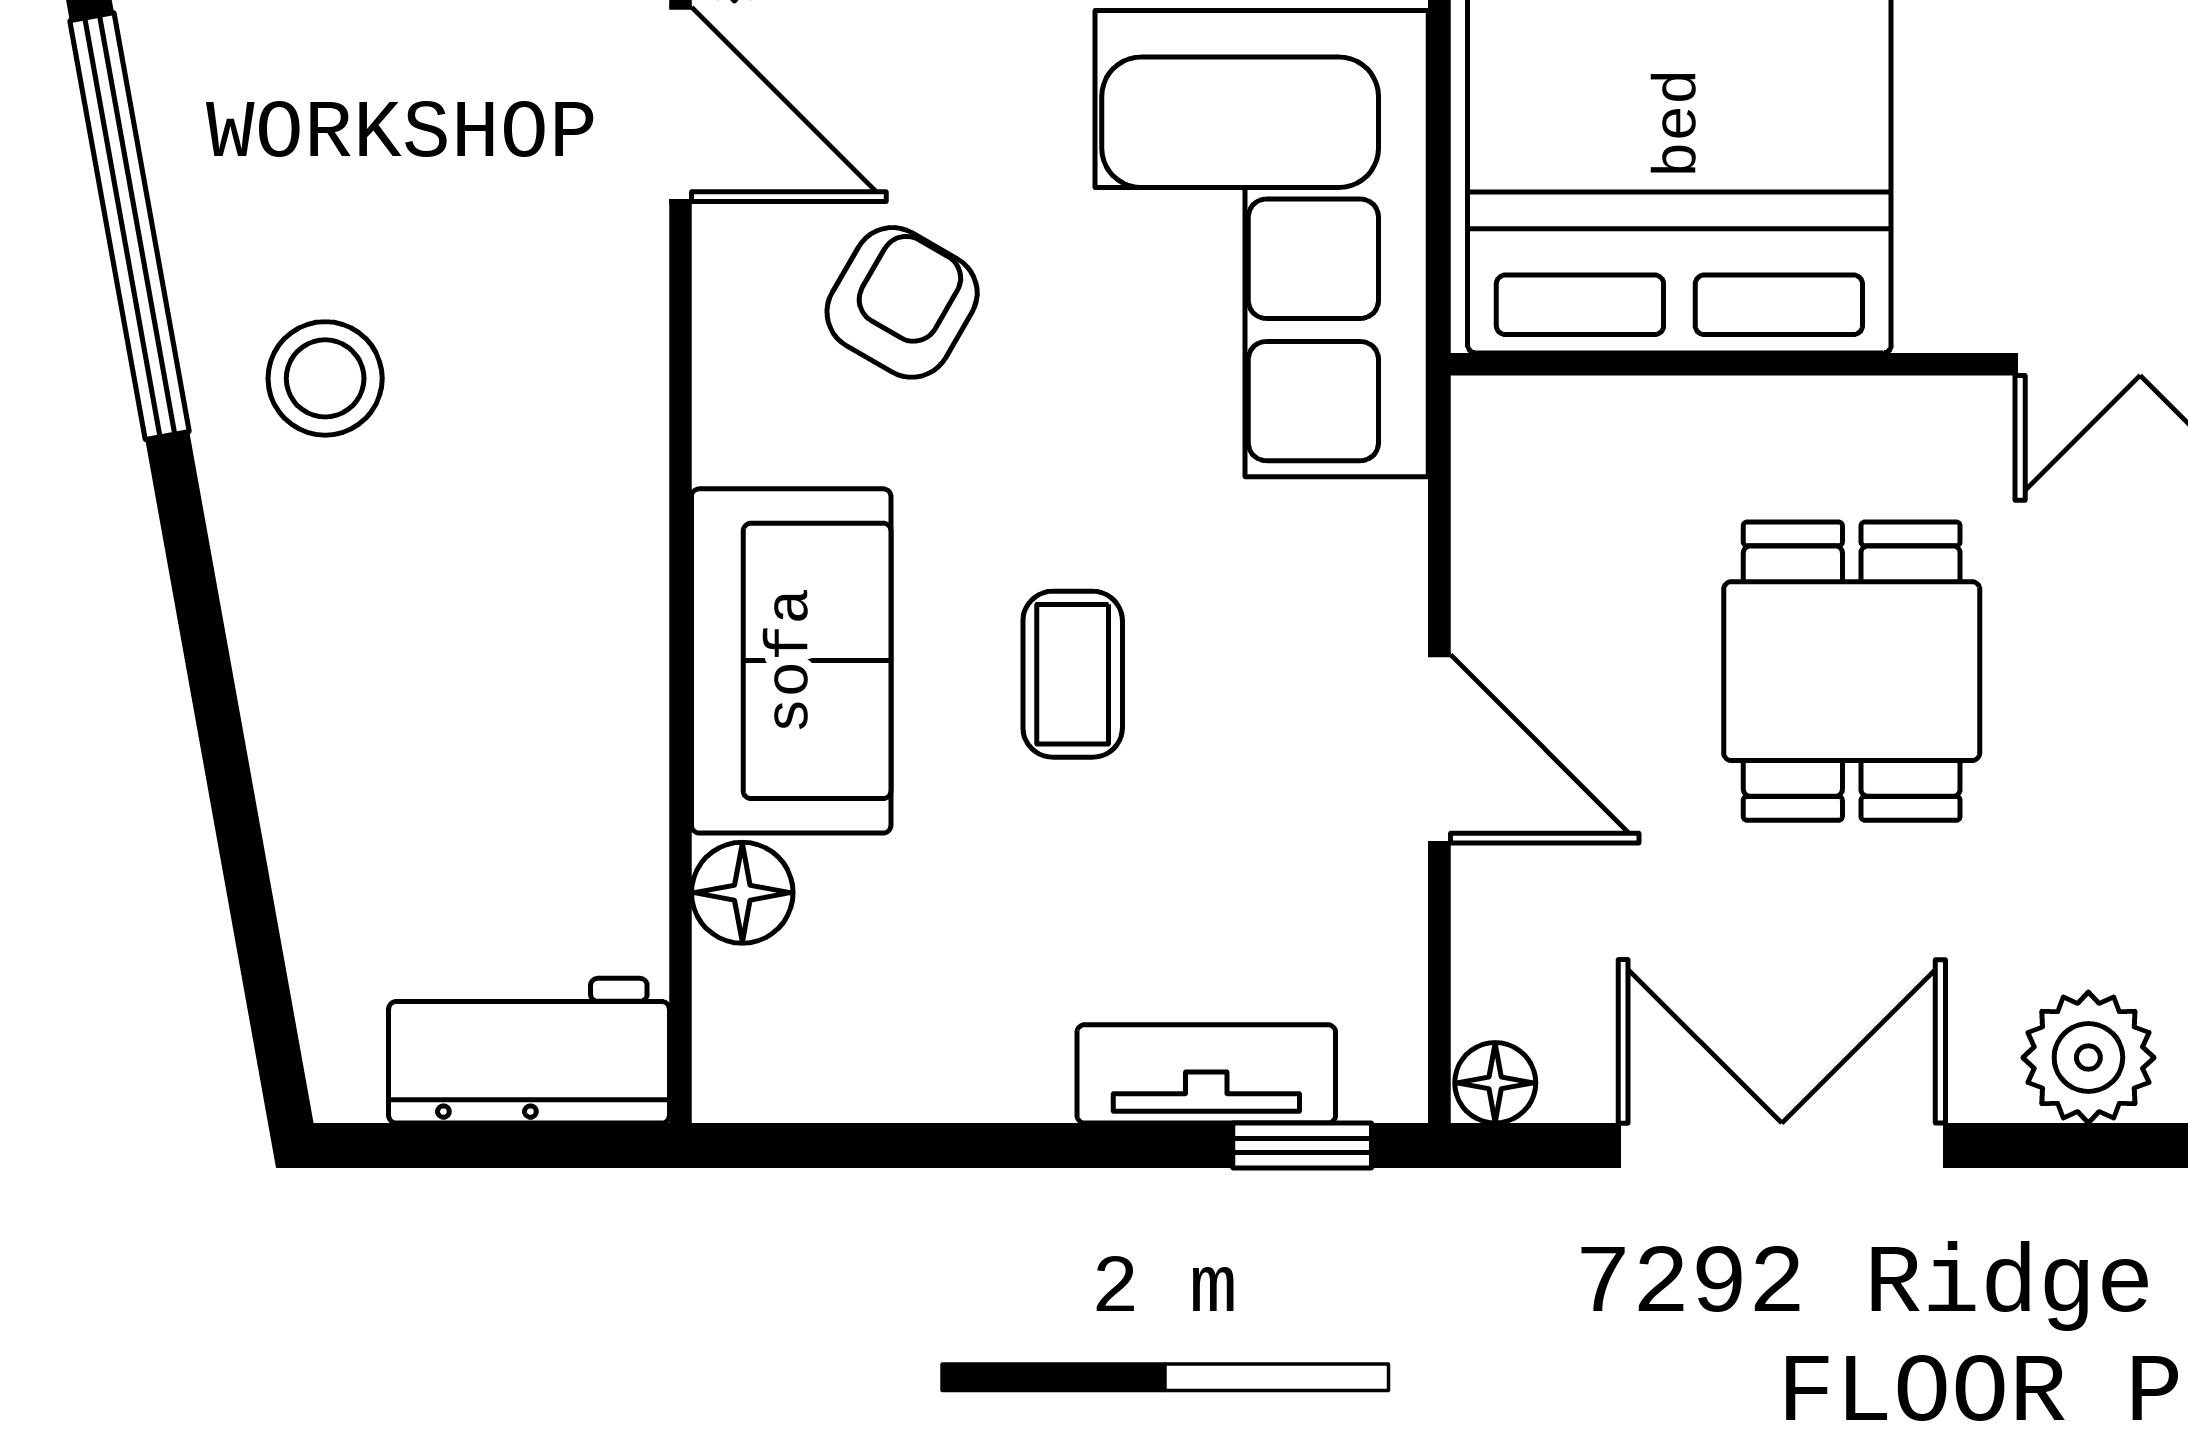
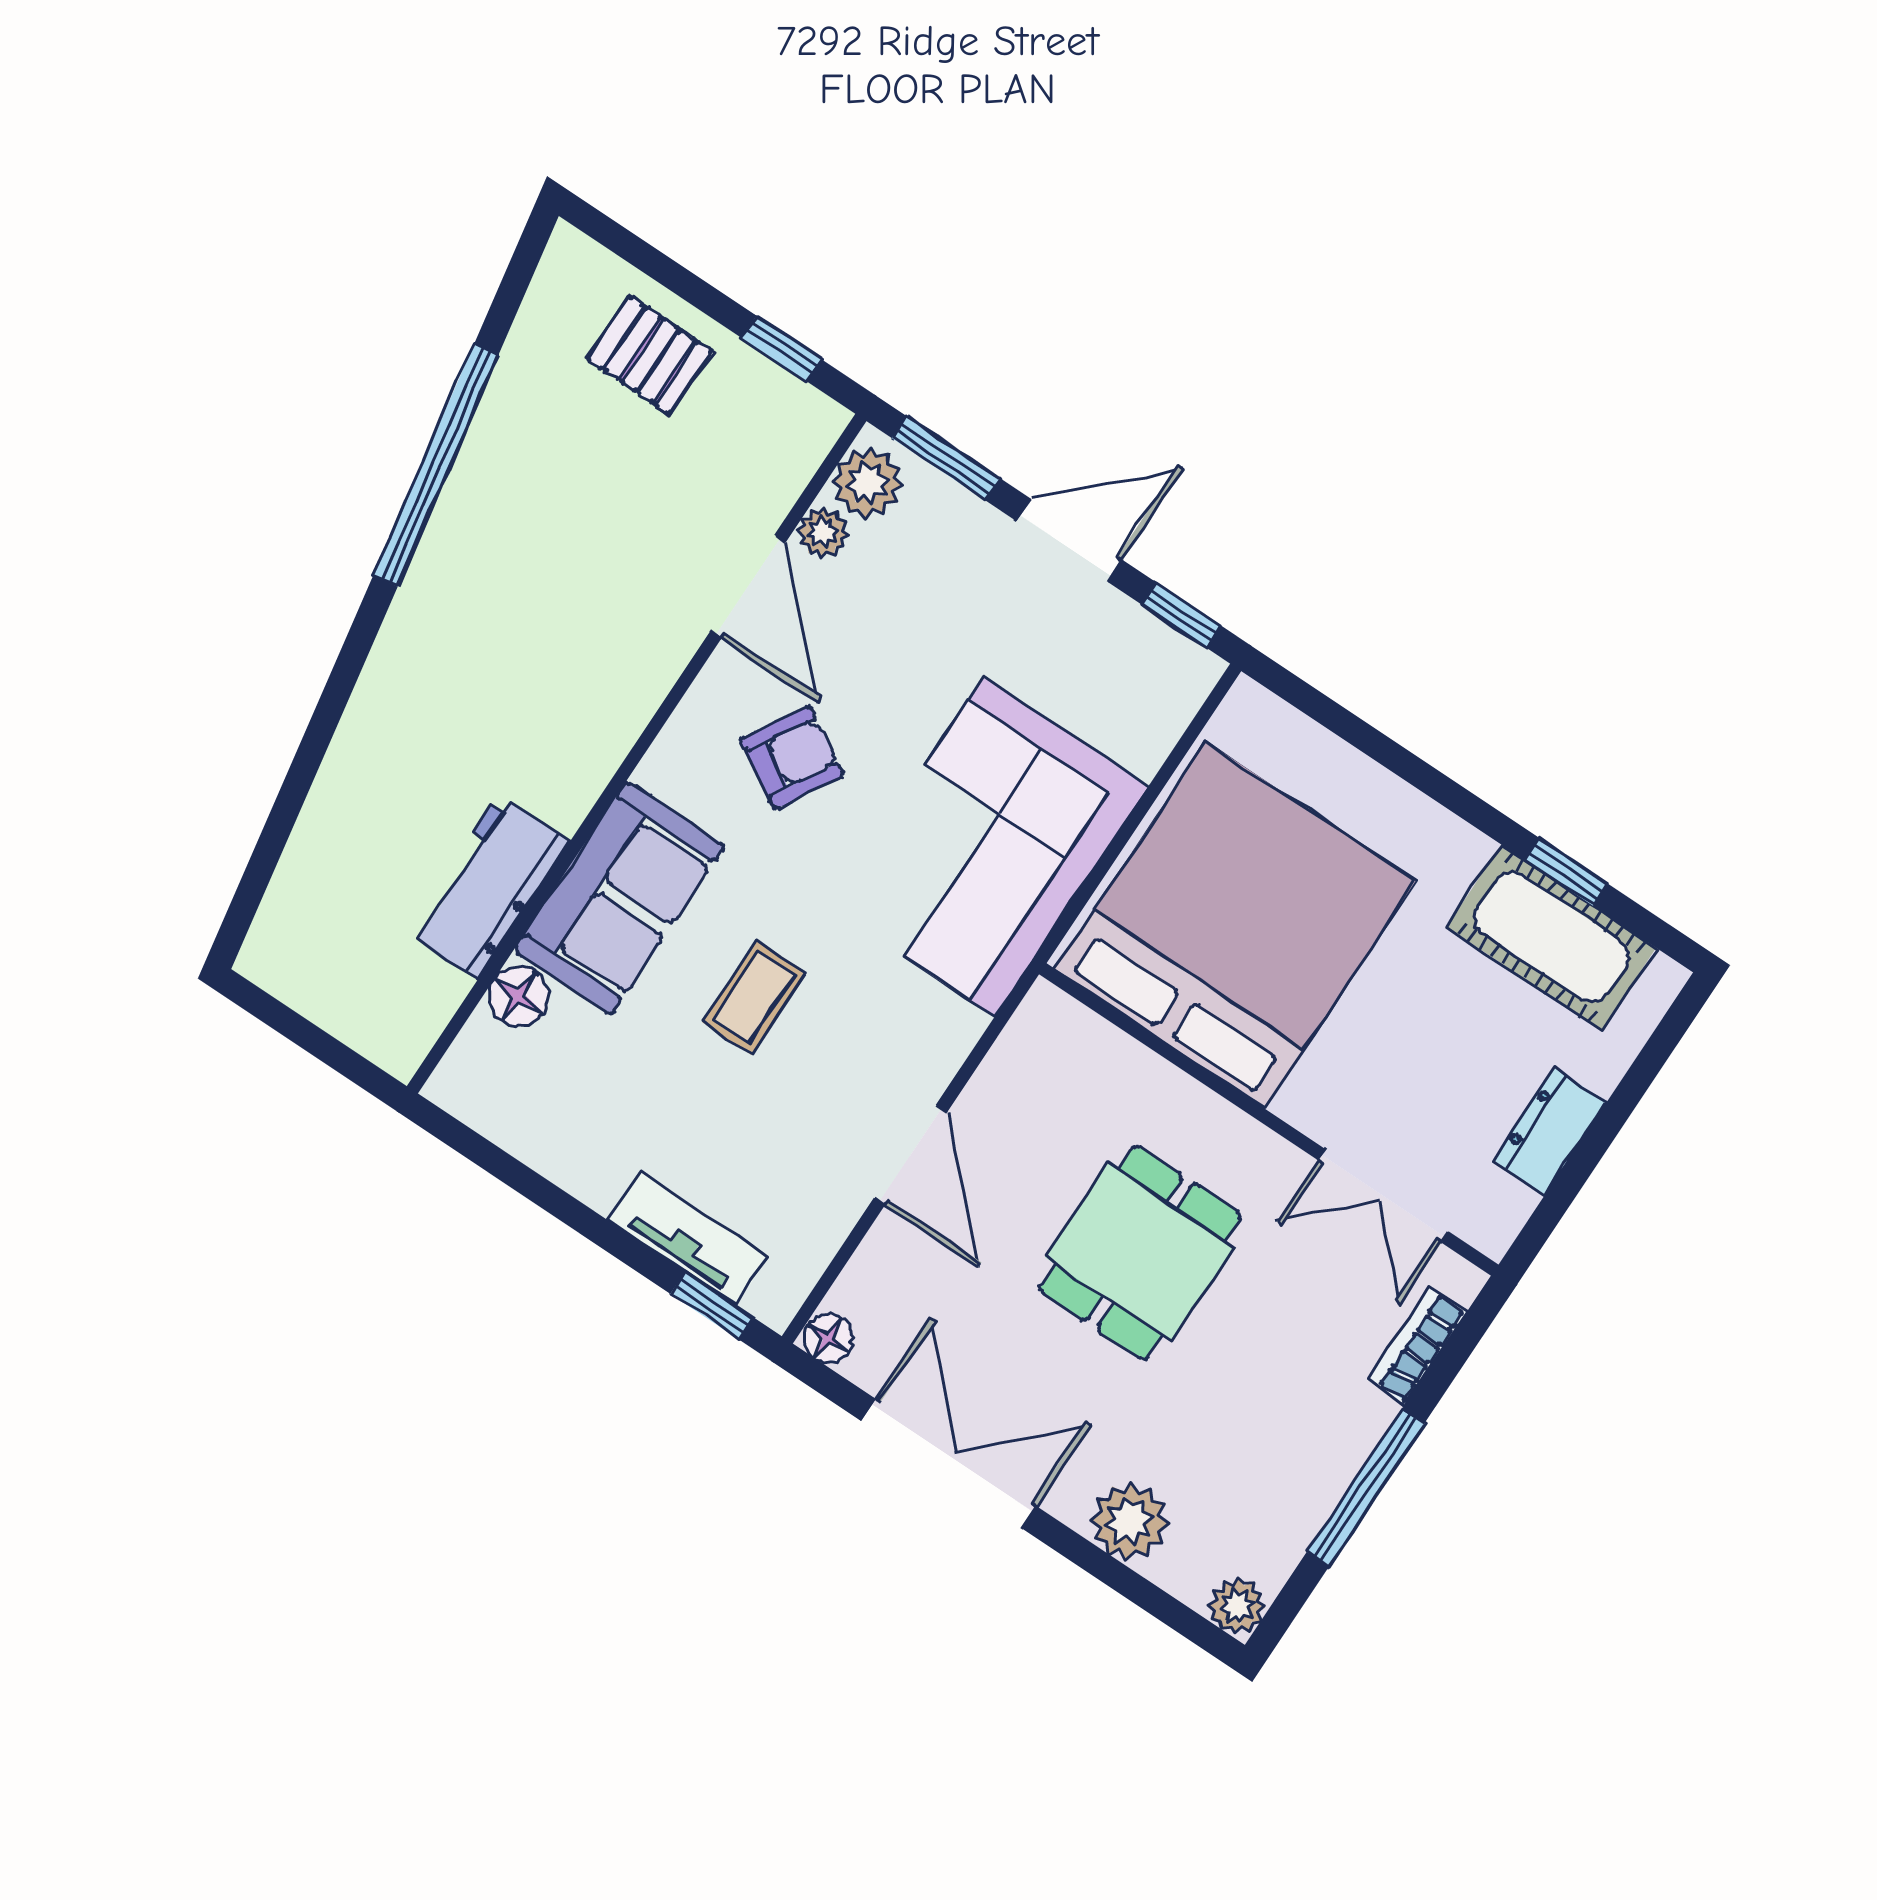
stool: (325, 378) -> (482, 605), removed
workbench: (529, 1051) -> (488, 887), moved, turned -90

